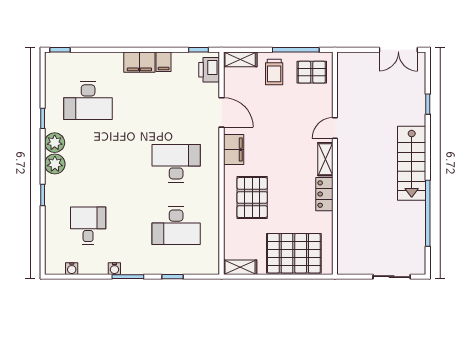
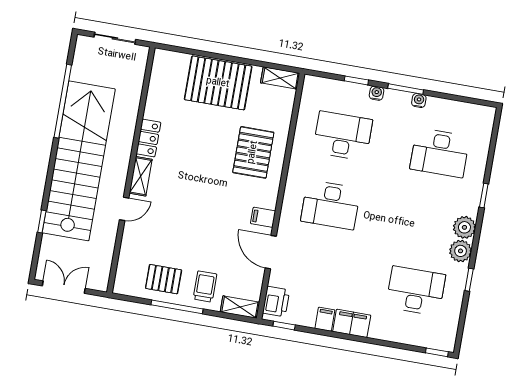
door: (335, 128) -> (124, 209), moved
filing cabinet: (234, 149) -> (263, 217), width x0.50
shelving: (325, 159) -> (141, 176), moved
wall: (335, 163) -> (131, 170), moved
stairs: (412, 163) -> (79, 161), width x1.86, depth x1.51
locker: (324, 194) -> (148, 138), moved
desk: (88, 226) -> (440, 153), width x1.37
water cooler: (72, 269) -> (377, 93), moved

